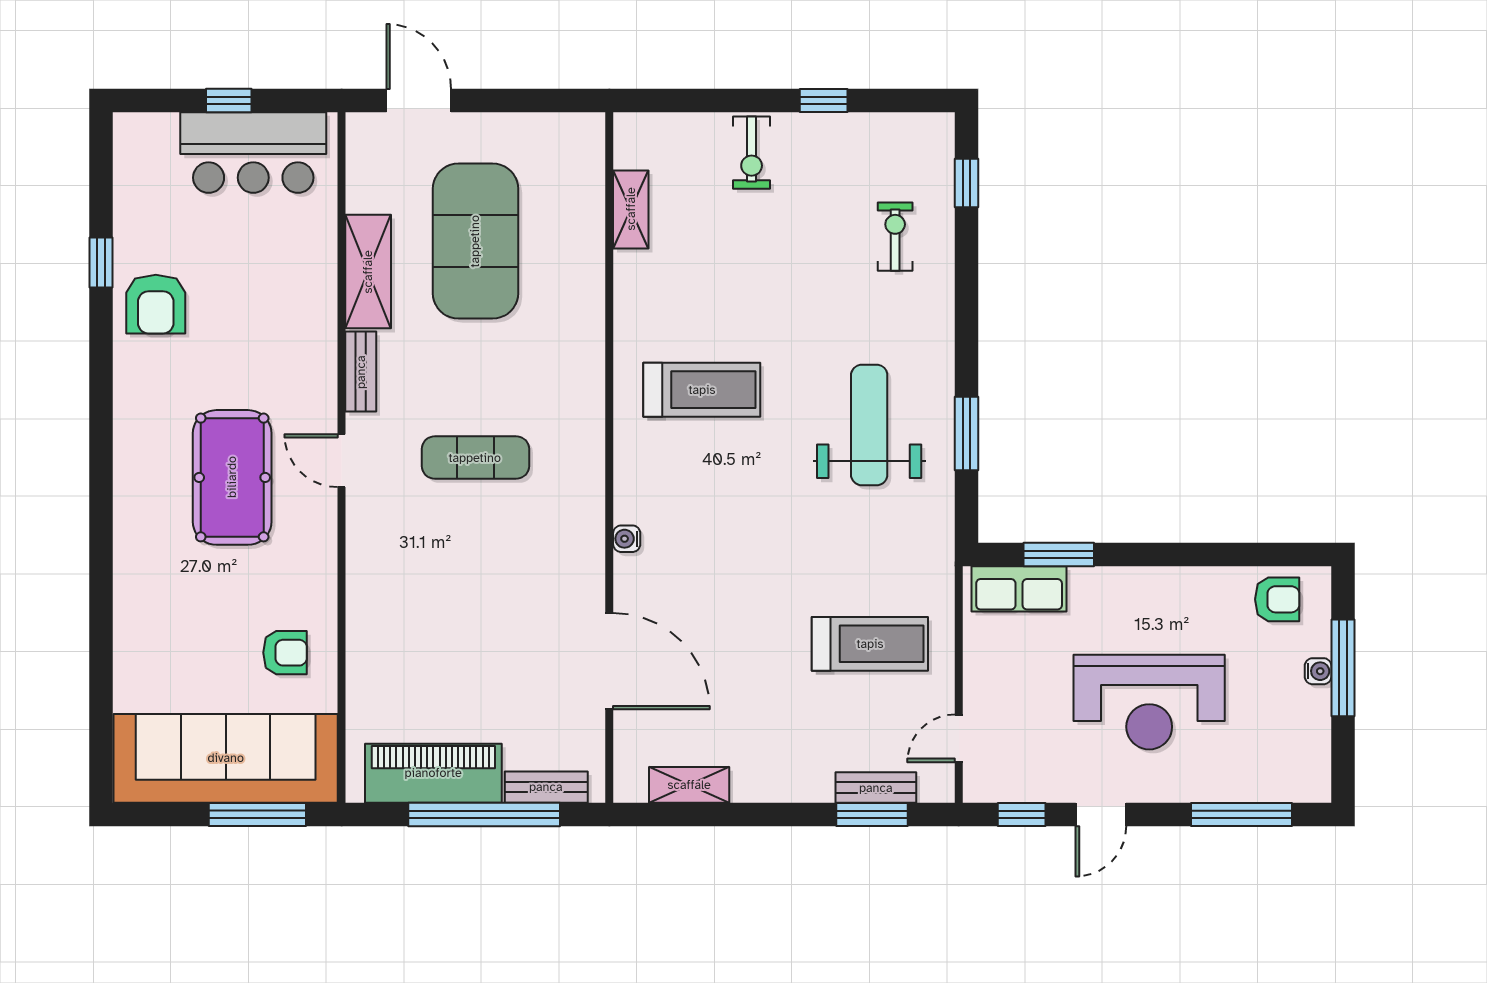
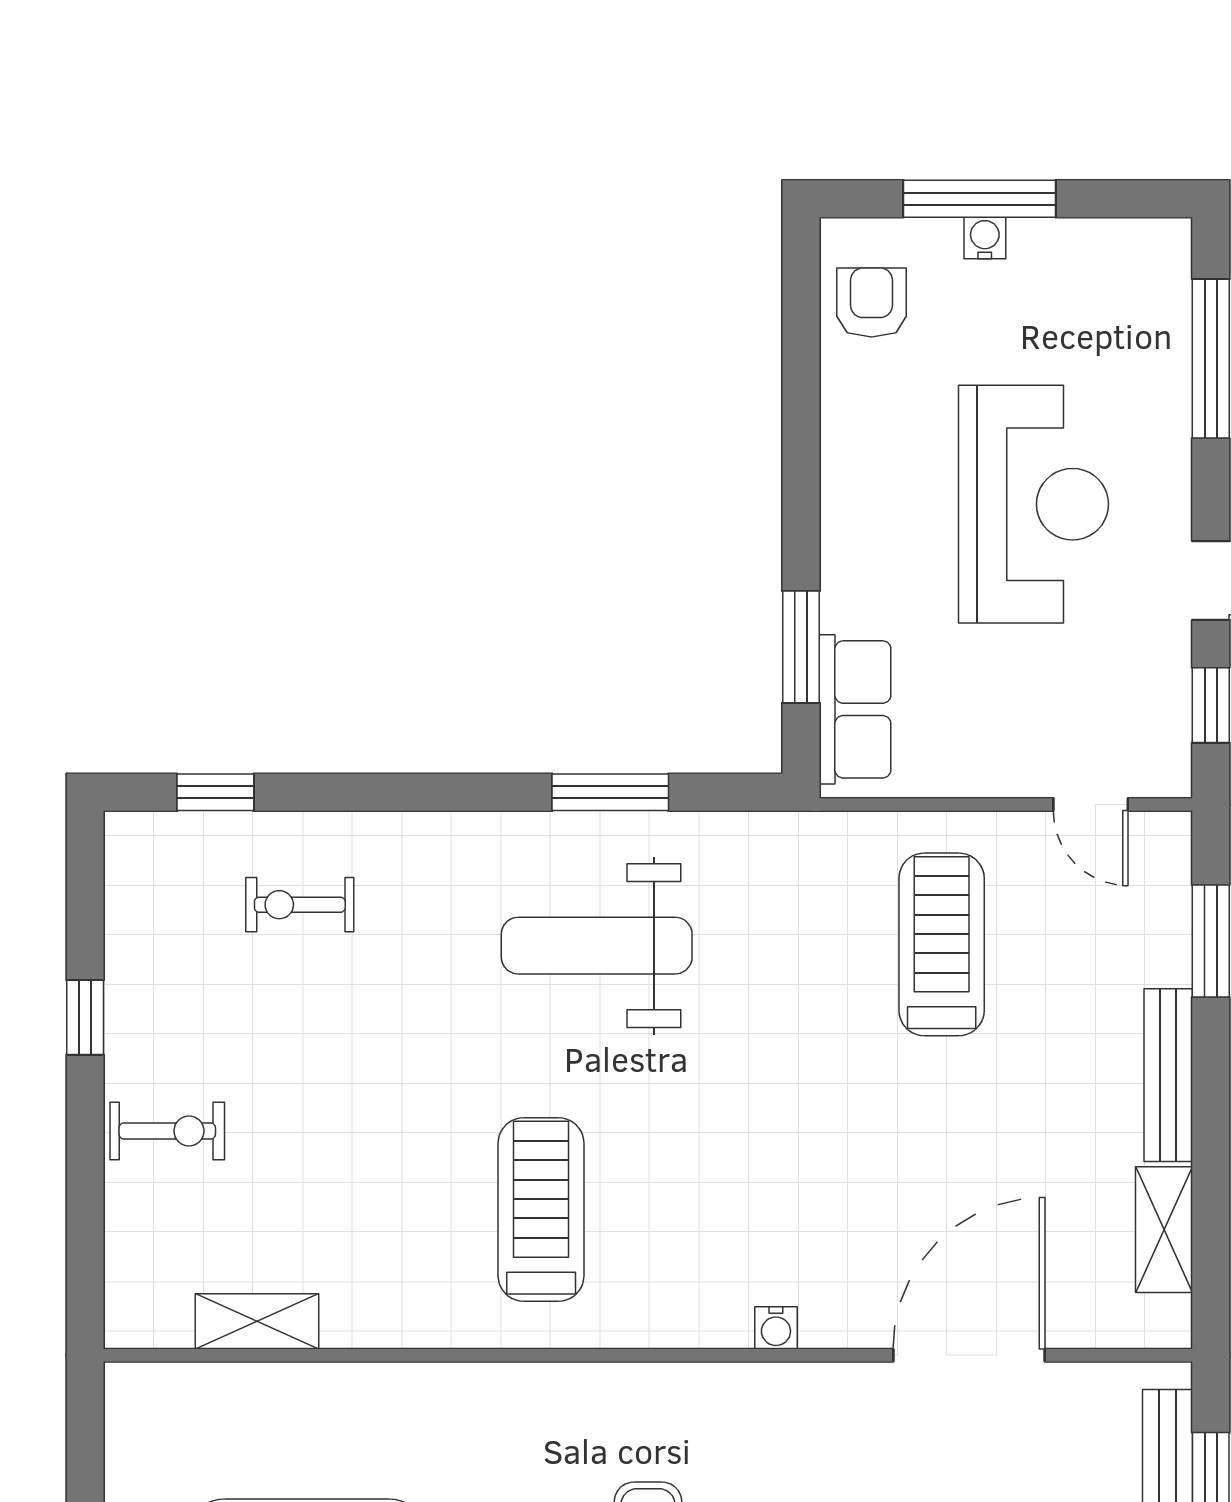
bench: (876, 788) -> (1168, 1075), moved, width x1.36

